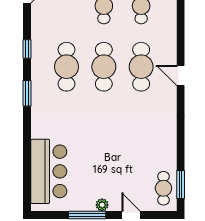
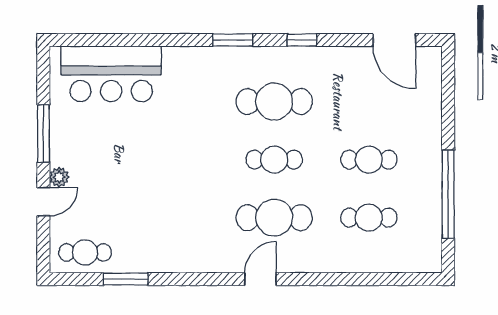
cafe table: (104, 67) -> (274, 160), width x0.73, depth x0.74
window: (181, 185) -> (126, 279), moved
plant: (102, 205) -> (59, 177), moved

